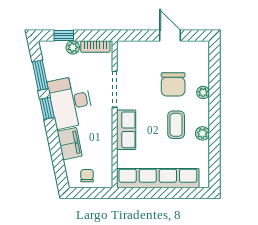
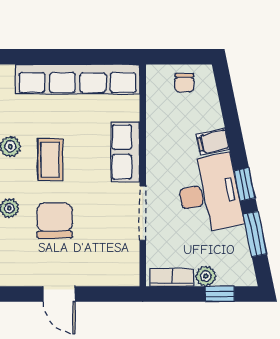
filing cabinet: (70, 144) -> (213, 142), width x0.50

